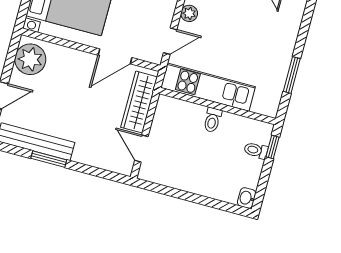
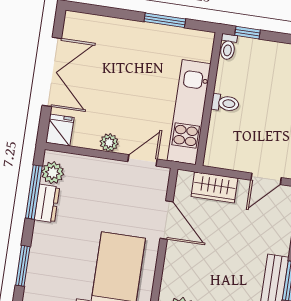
door: (170, 41) -> (143, 160), hinge flipped
wardrobe: (139, 102) -> (214, 187), width x0.67
toilet: (256, 150) -> (228, 47), moved

